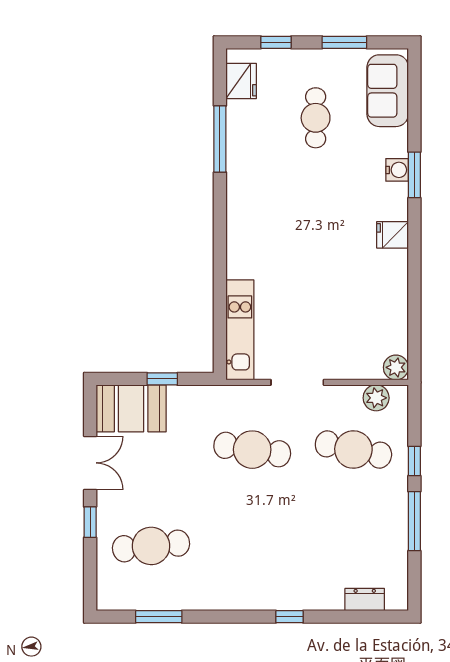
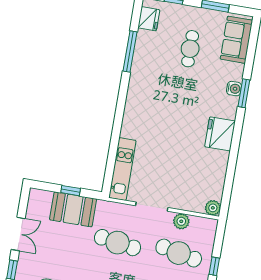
fridge: (393, 235) -> (220, 134), width x1.88, depth x1.34
plant: (376, 398) -> (181, 221), moved
booth: (131, 408) -> (73, 209), moved

